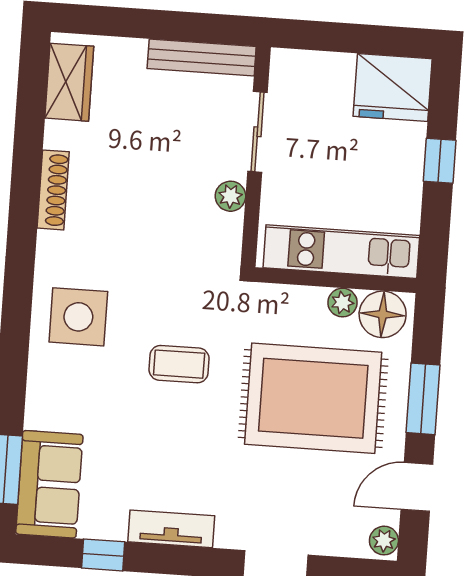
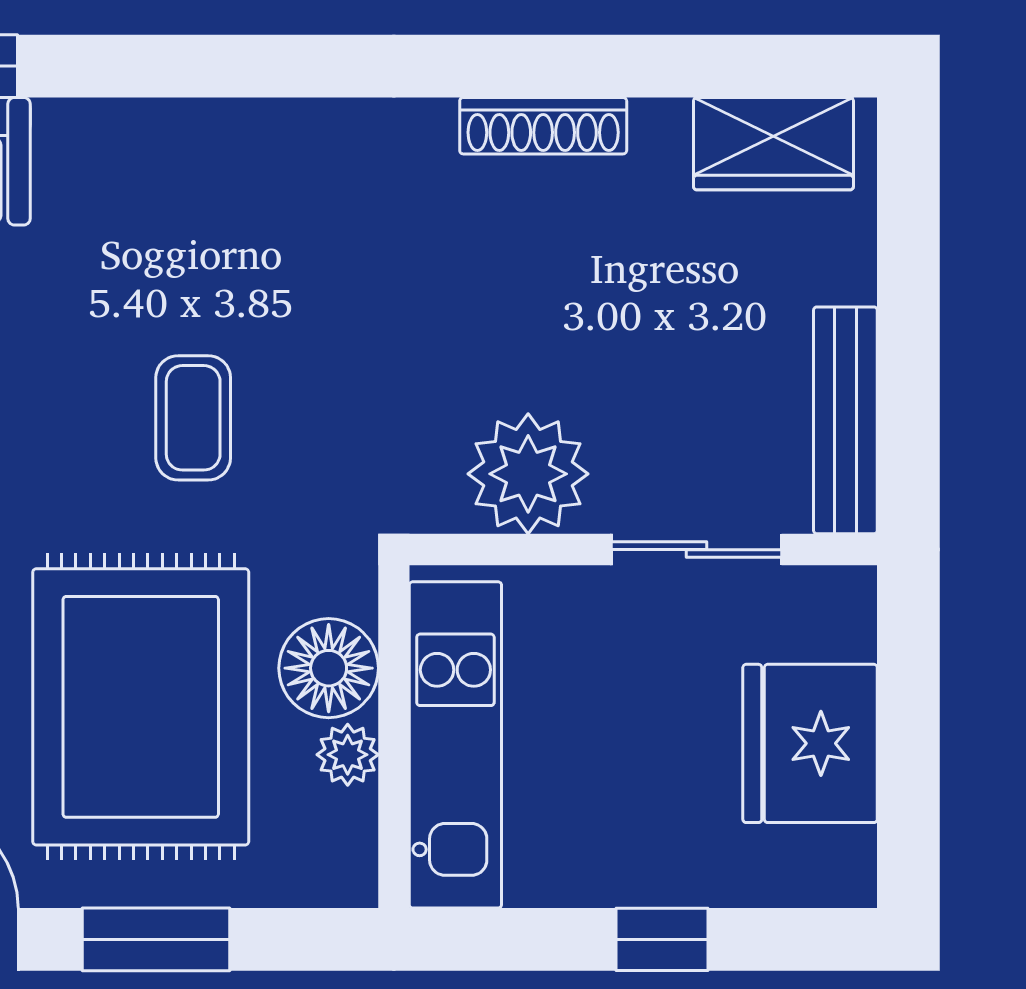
fridge: (393, 88) -> (810, 743), moved
plant: (230, 196) -> (528, 474), width x1.87, depth x1.87
floor lamp: (383, 314) -> (329, 668), moved
side table: (78, 317) -> (278, 198), removed

